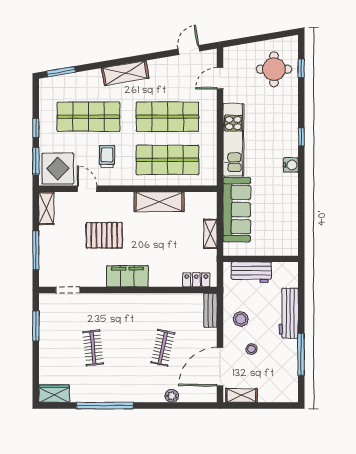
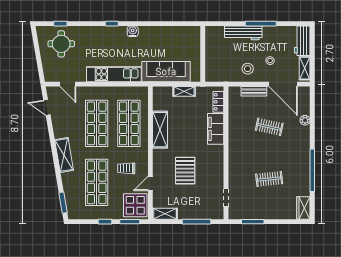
workbench: (251, 272) -> (302, 41), moved, turned 180
filing cabinet: (127, 276) -> (216, 129), moved
bench: (210, 310) -> (254, 91), moved
window: (301, 355) -> (261, 24), moved

